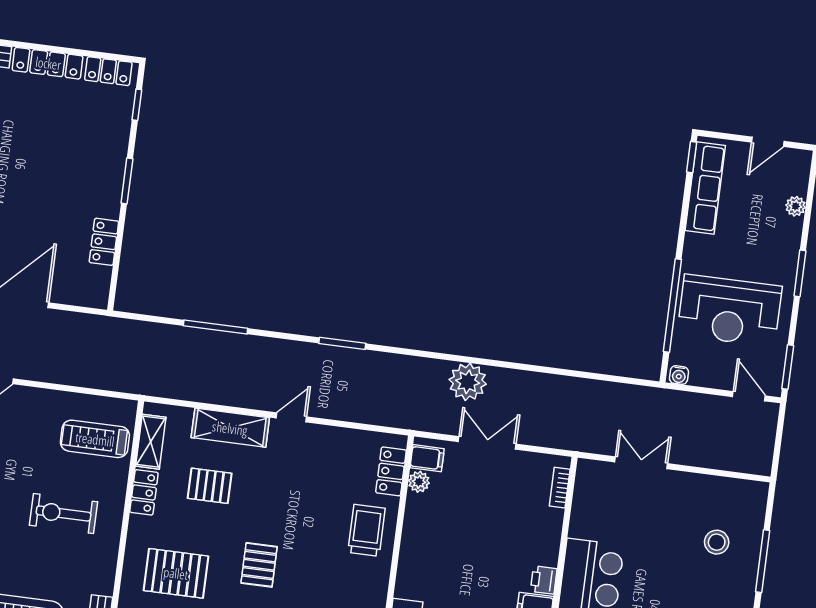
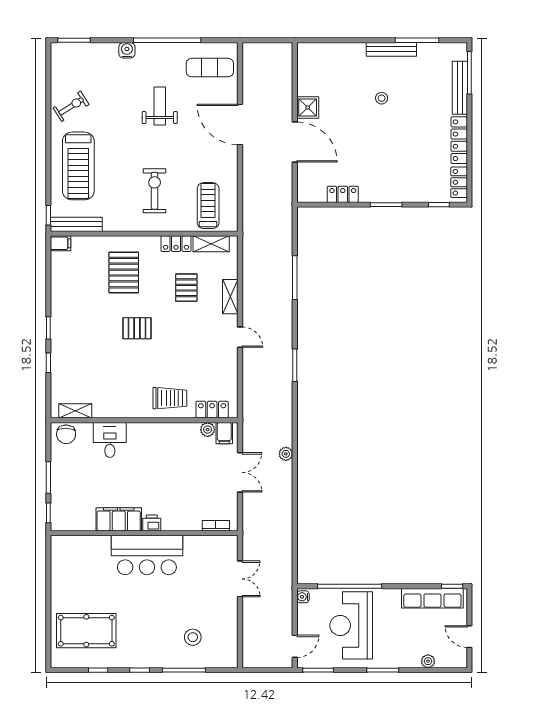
plant: (468, 382) -> (286, 454), width x0.53, depth x0.53
shelving: (230, 428) -> (230, 297), width x0.67, depth x0.75

